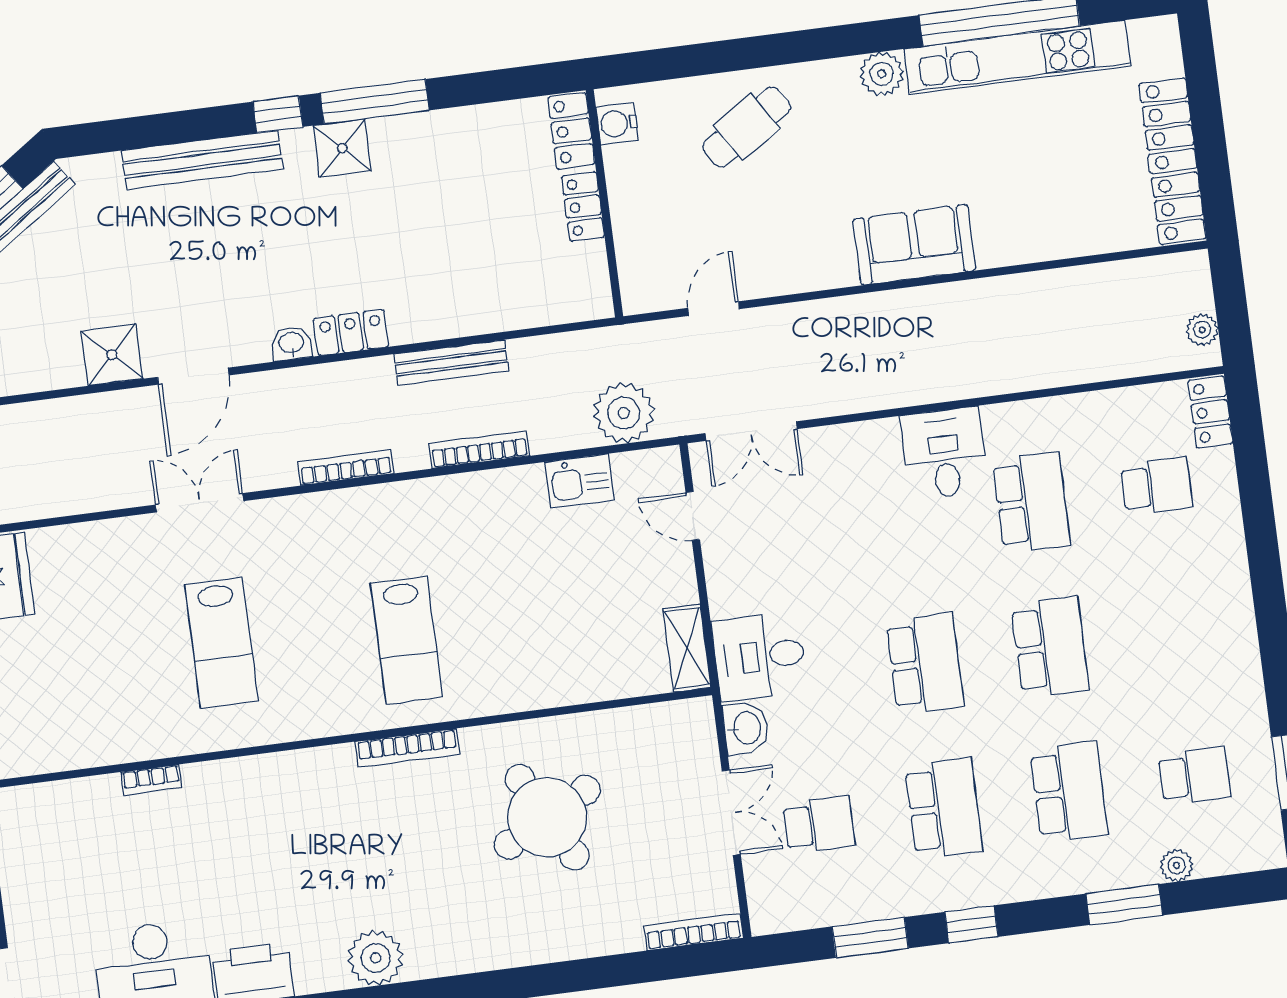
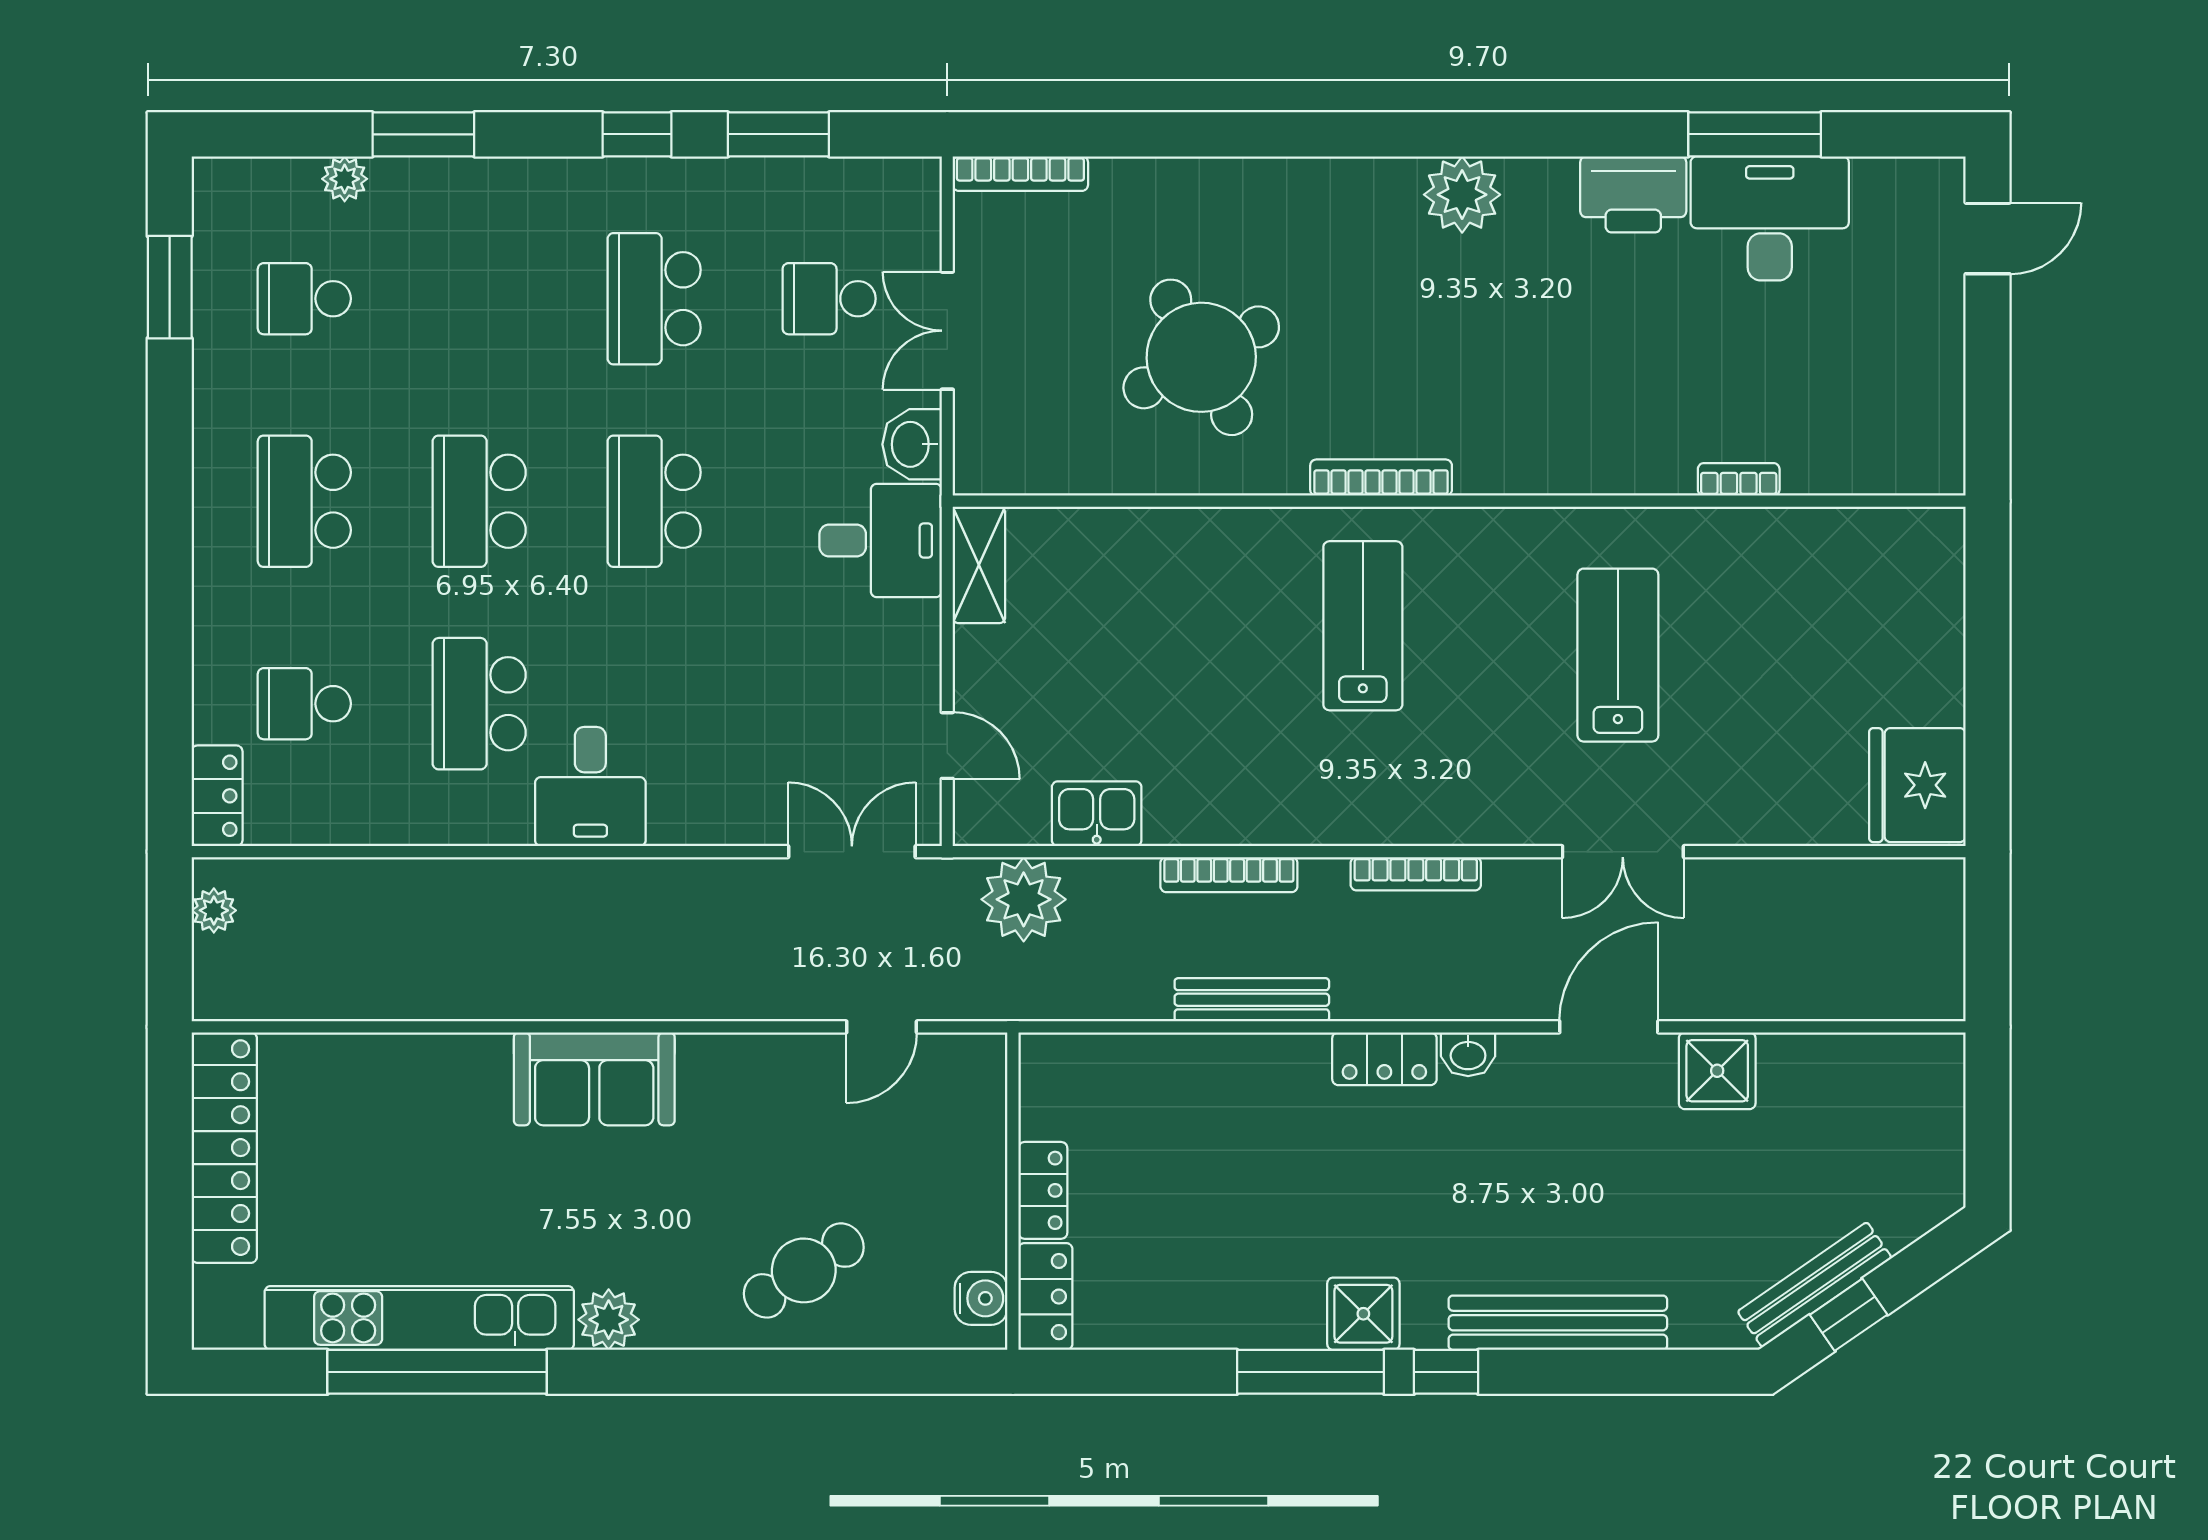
school desk: (1069, 792) -> (304, 501), moved

